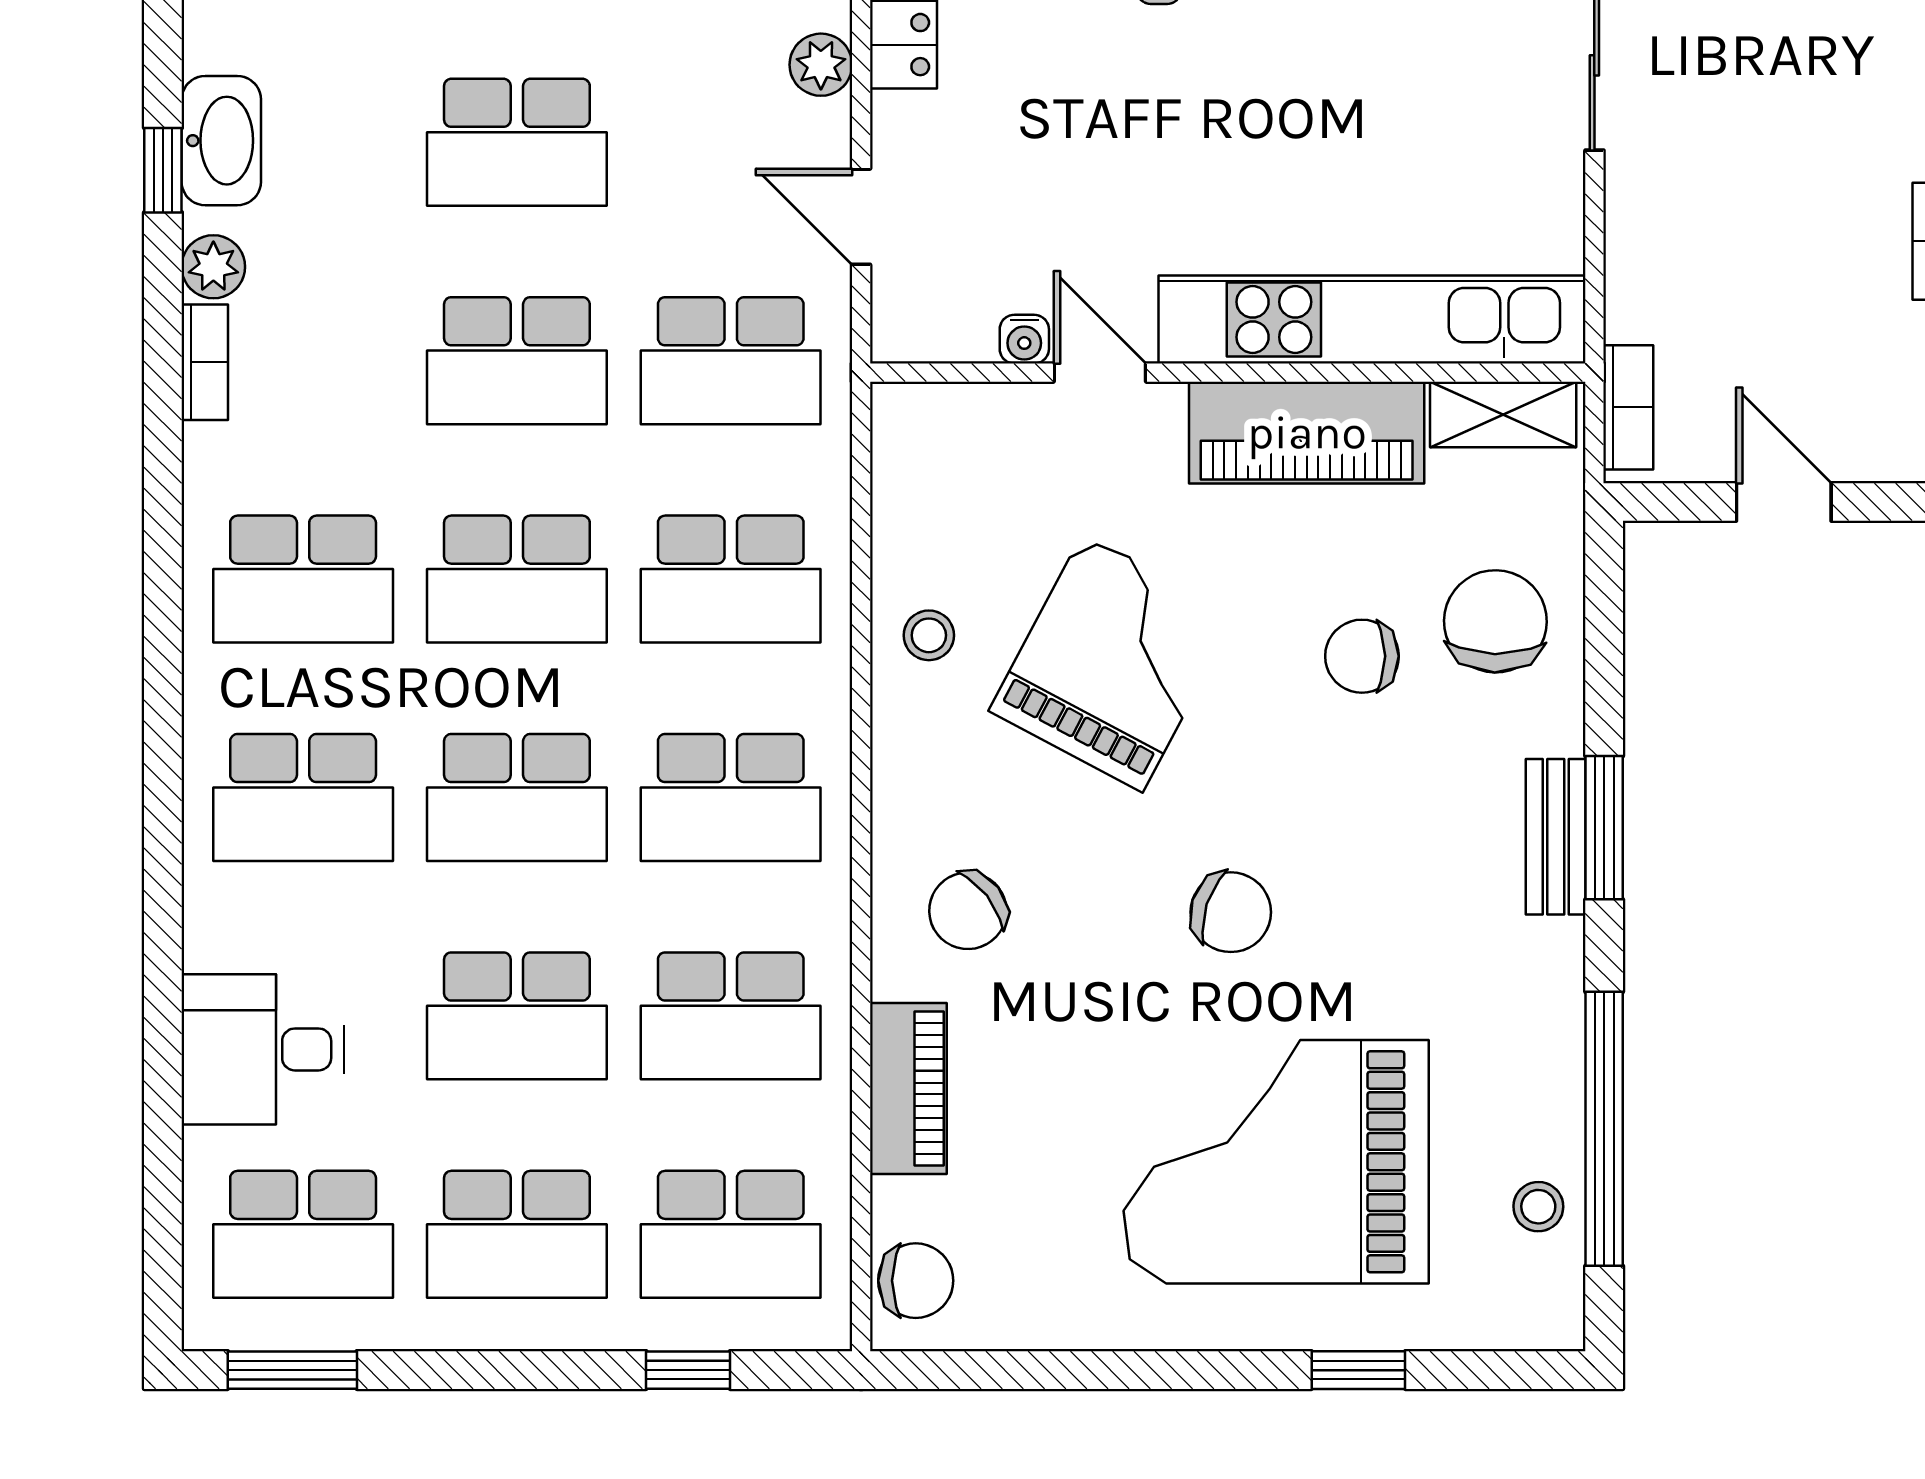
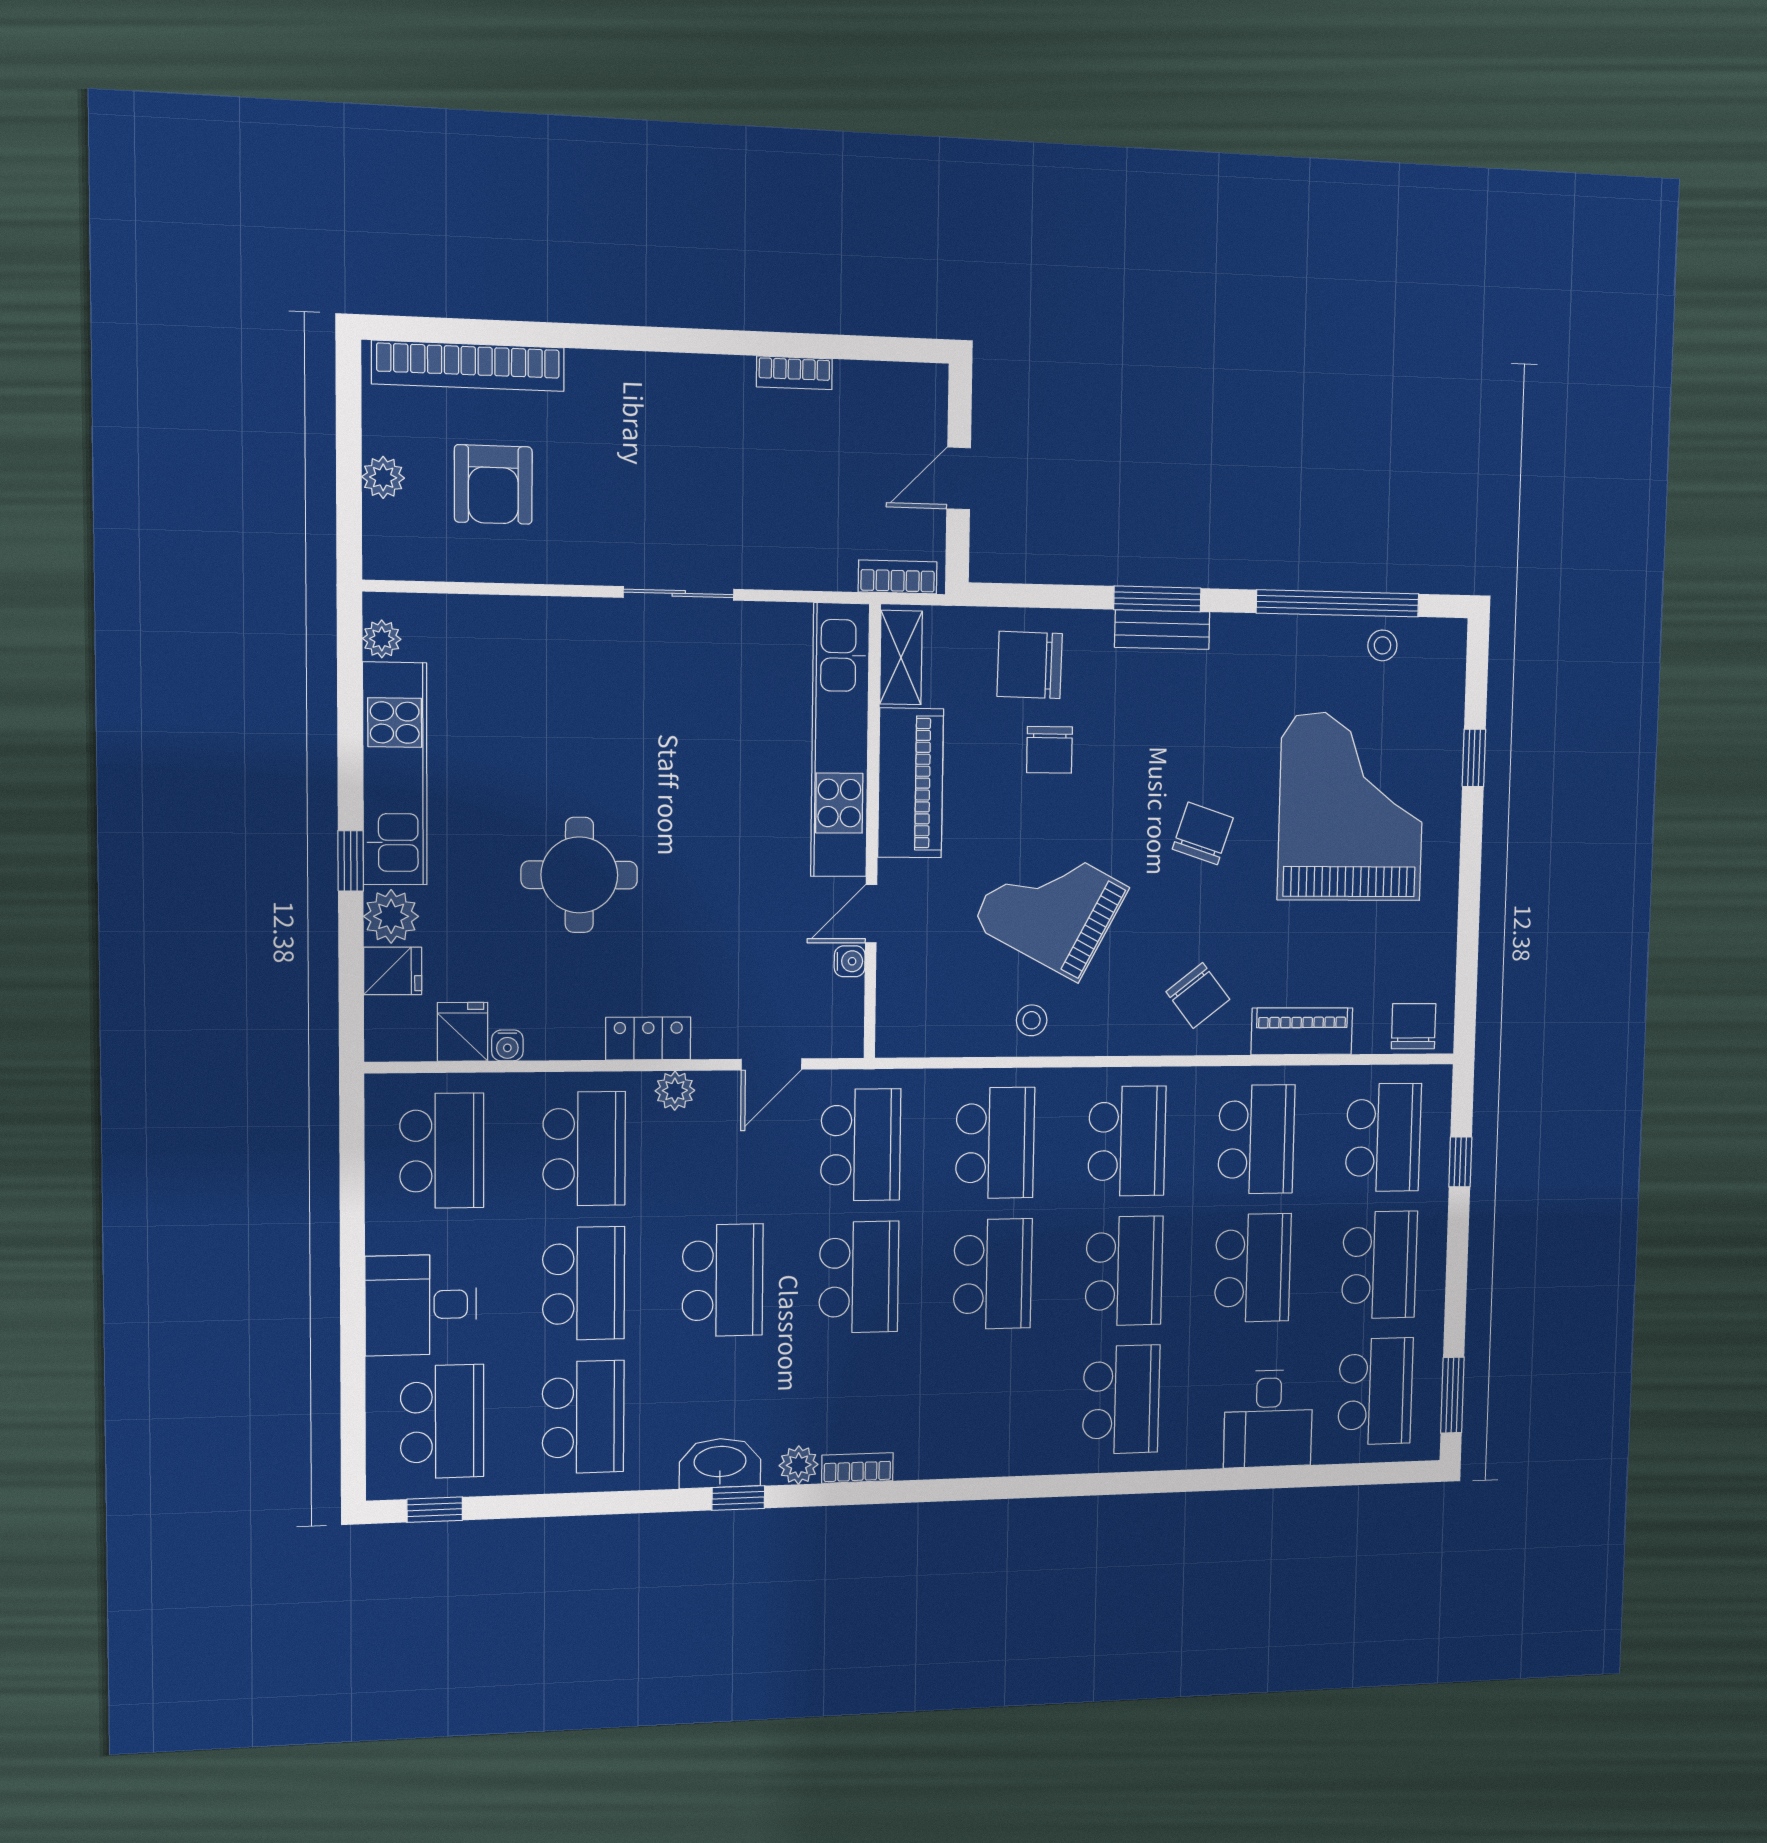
school desk: (303, 579) -> (990, 1404), removed
grand piano: (1276, 1162) -> (1351, 807), turned 180

